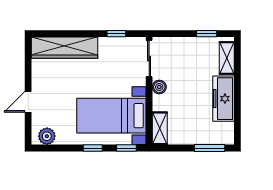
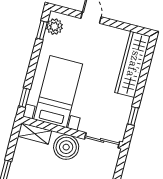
boiler: (159, 87) -> (66, 147), width x1.86, depth x1.86
window: (93, 148) -> (42, 30), moved

